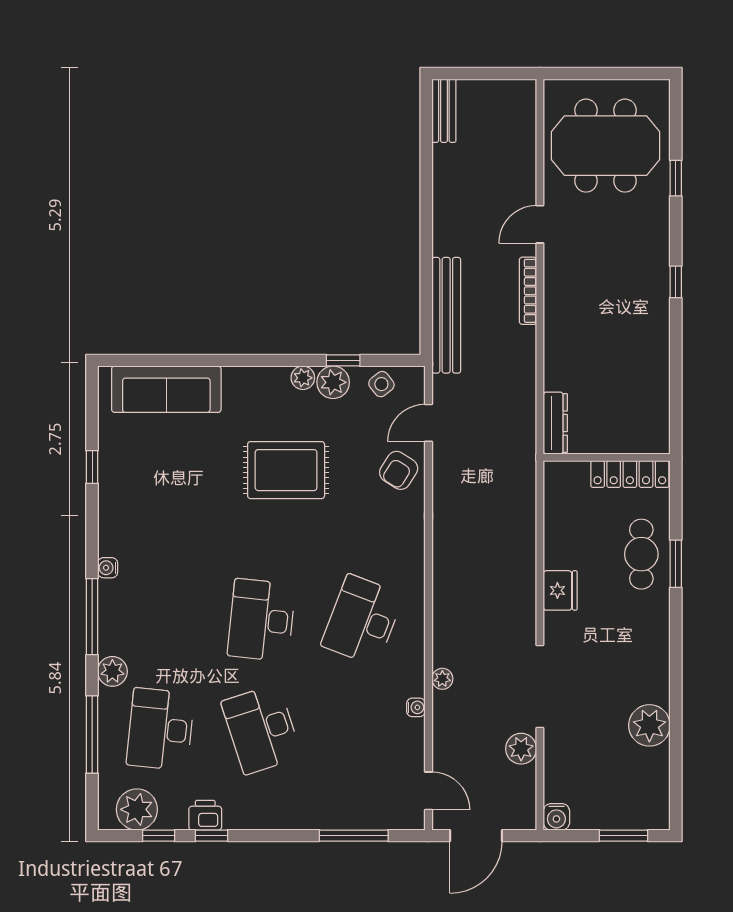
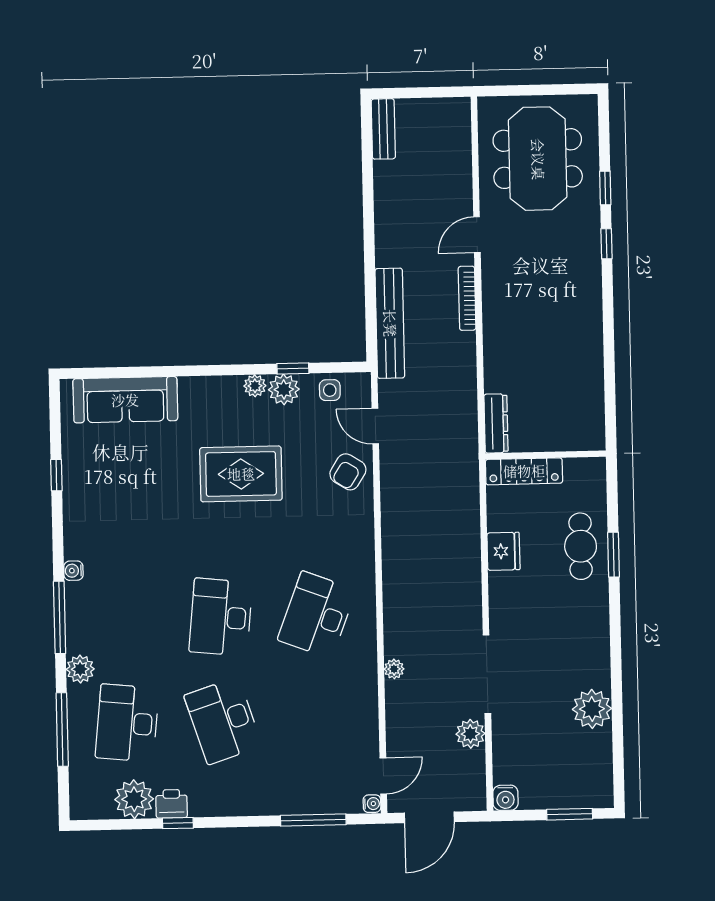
meeting table: (605, 146) -> (538, 159), turned 90
window: (676, 282) -> (606, 244), moved
side table: (381, 384) -> (330, 390), turned 38
door: (428, 423) -> (375, 426), hinge flipped
locker: (630, 474) -> (524, 471), moved
fridge: (560, 590) -> (503, 551), moved
water cooler: (416, 707) -> (372, 804), moved
door: (428, 791) -> (383, 776), hinge flipped
plant: (137, 809) -> (134, 799), moved
window: (159, 836) -> (128, 824), removed

